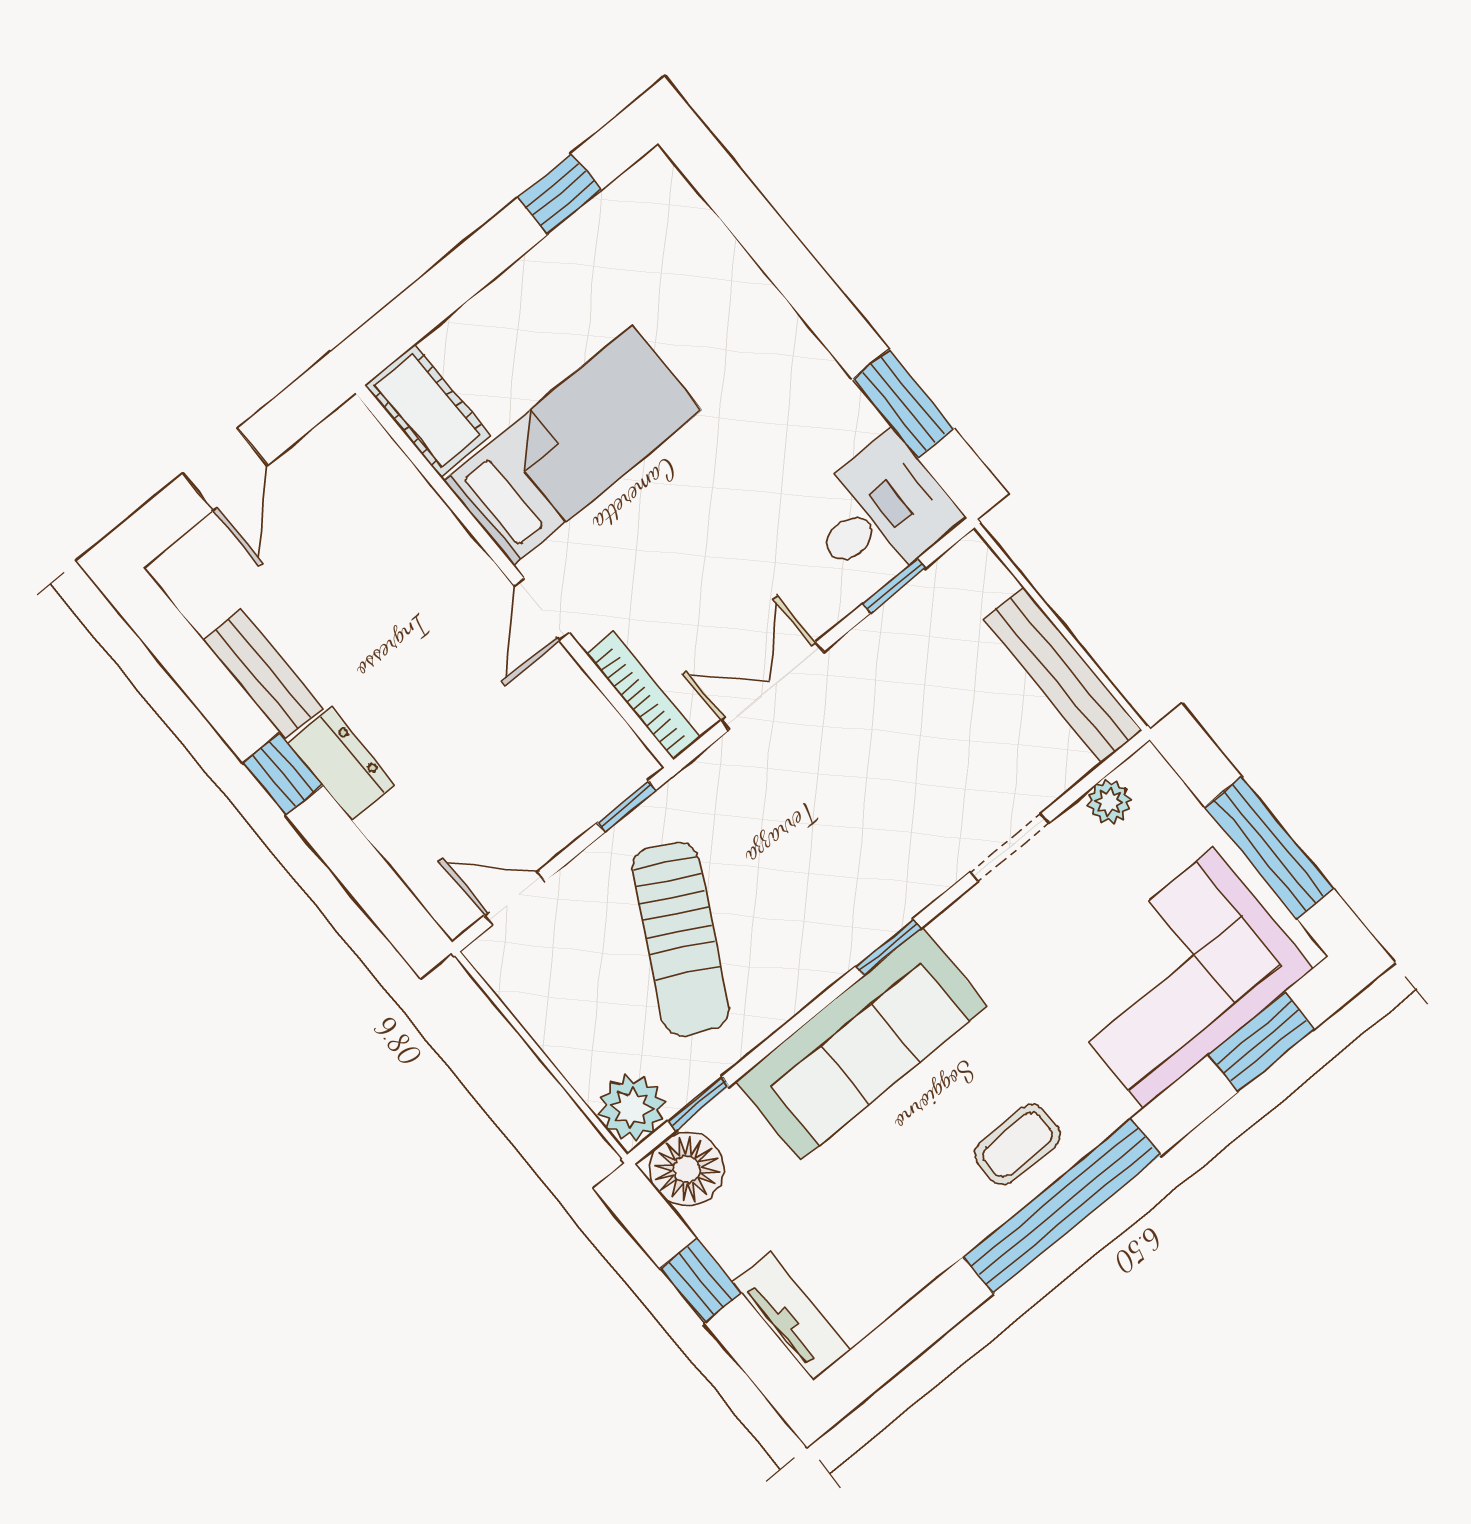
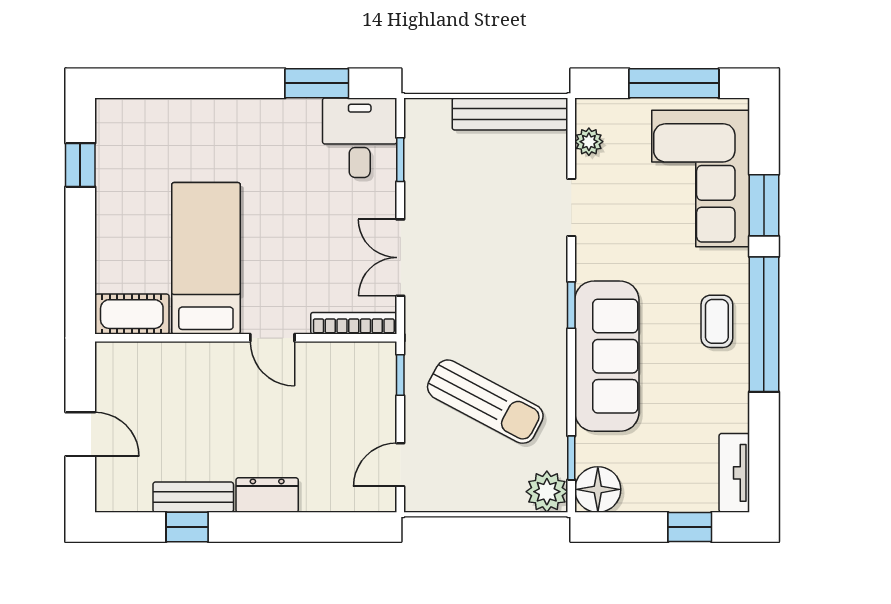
window: (283, 774) -> (187, 527), moved
window: (1261, 1042) -> (764, 205), moved
window: (701, 1281) -> (690, 527), moved
tv unit: (792, 1316) -> (734, 473), moved, turned -90

